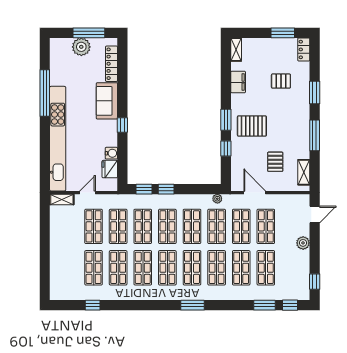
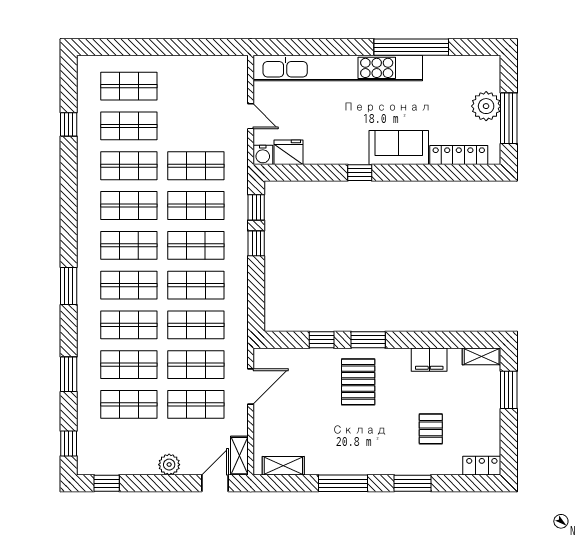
window: (283, 33) -> (509, 390), moved
water cooler: (111, 153) -> (263, 155), moved
pallet: (275, 162) -> (300, 420), removed
shelving: (62, 199) -> (239, 456), moved
plant: (217, 199) -> (241, 326), removed
door: (315, 215) -> (215, 483), swing flipped
shop shelf: (94, 226) -> (129, 86), moved
window: (264, 305) -> (69, 374), moved

